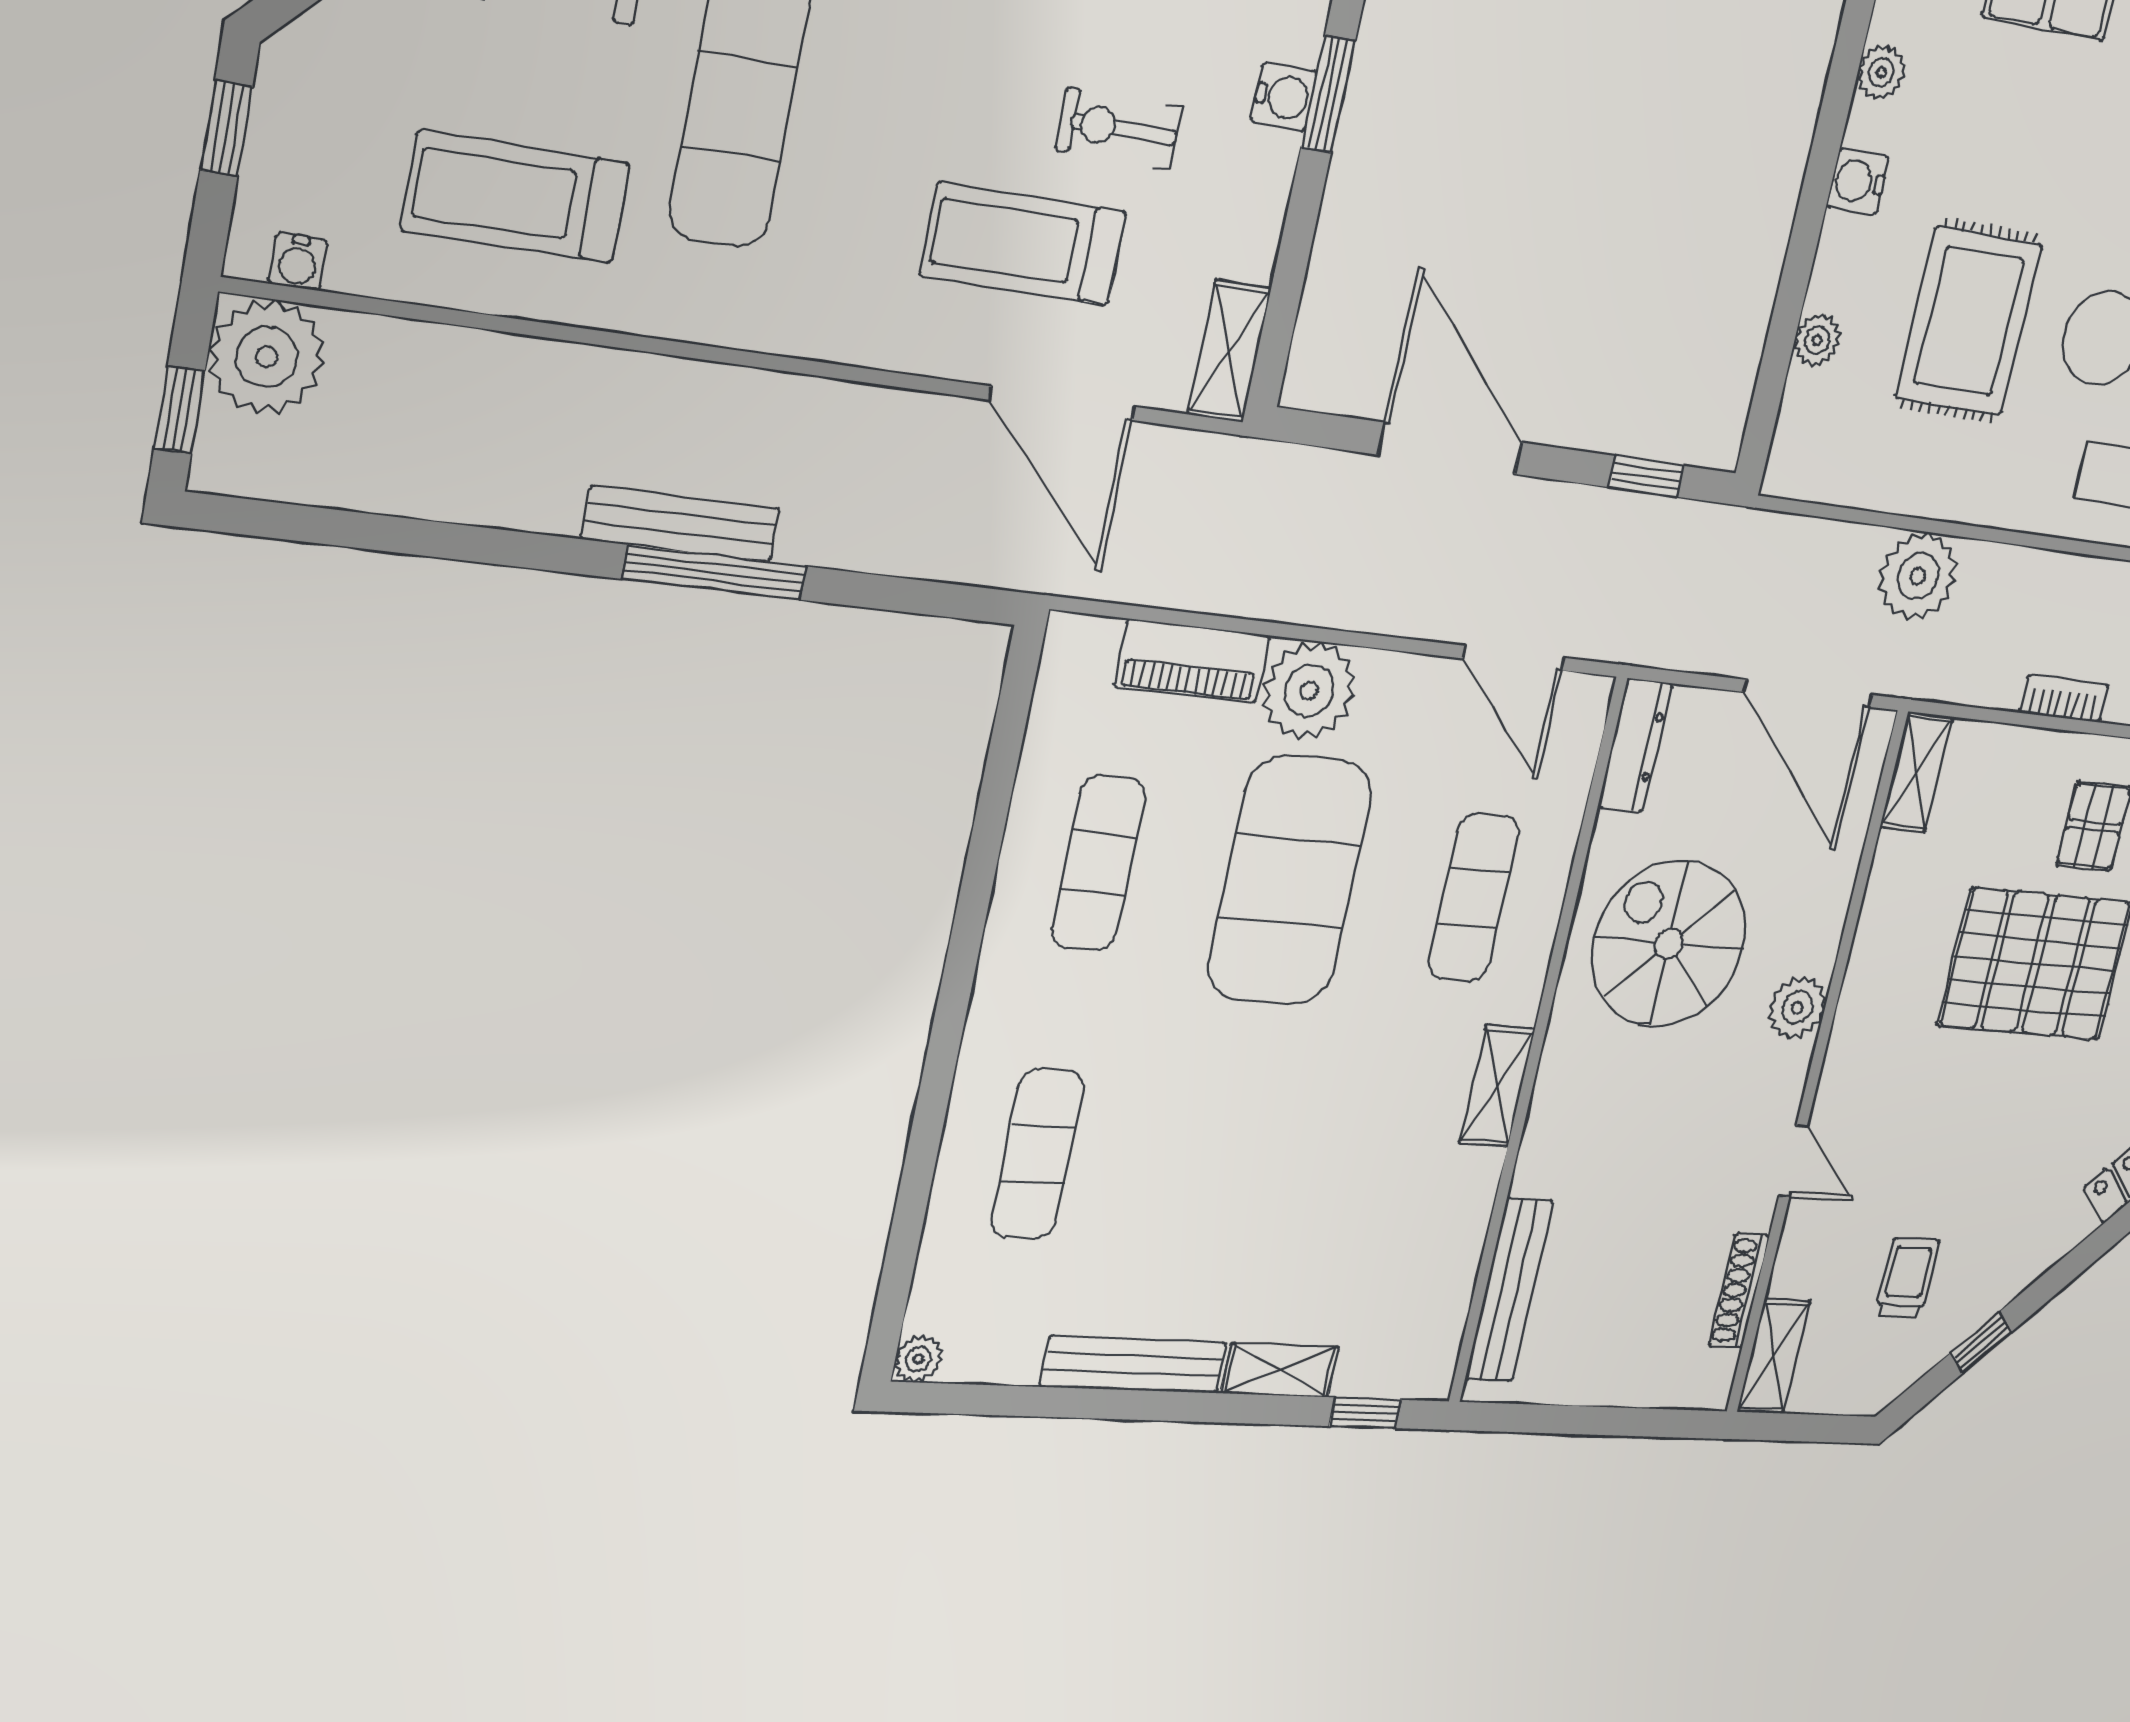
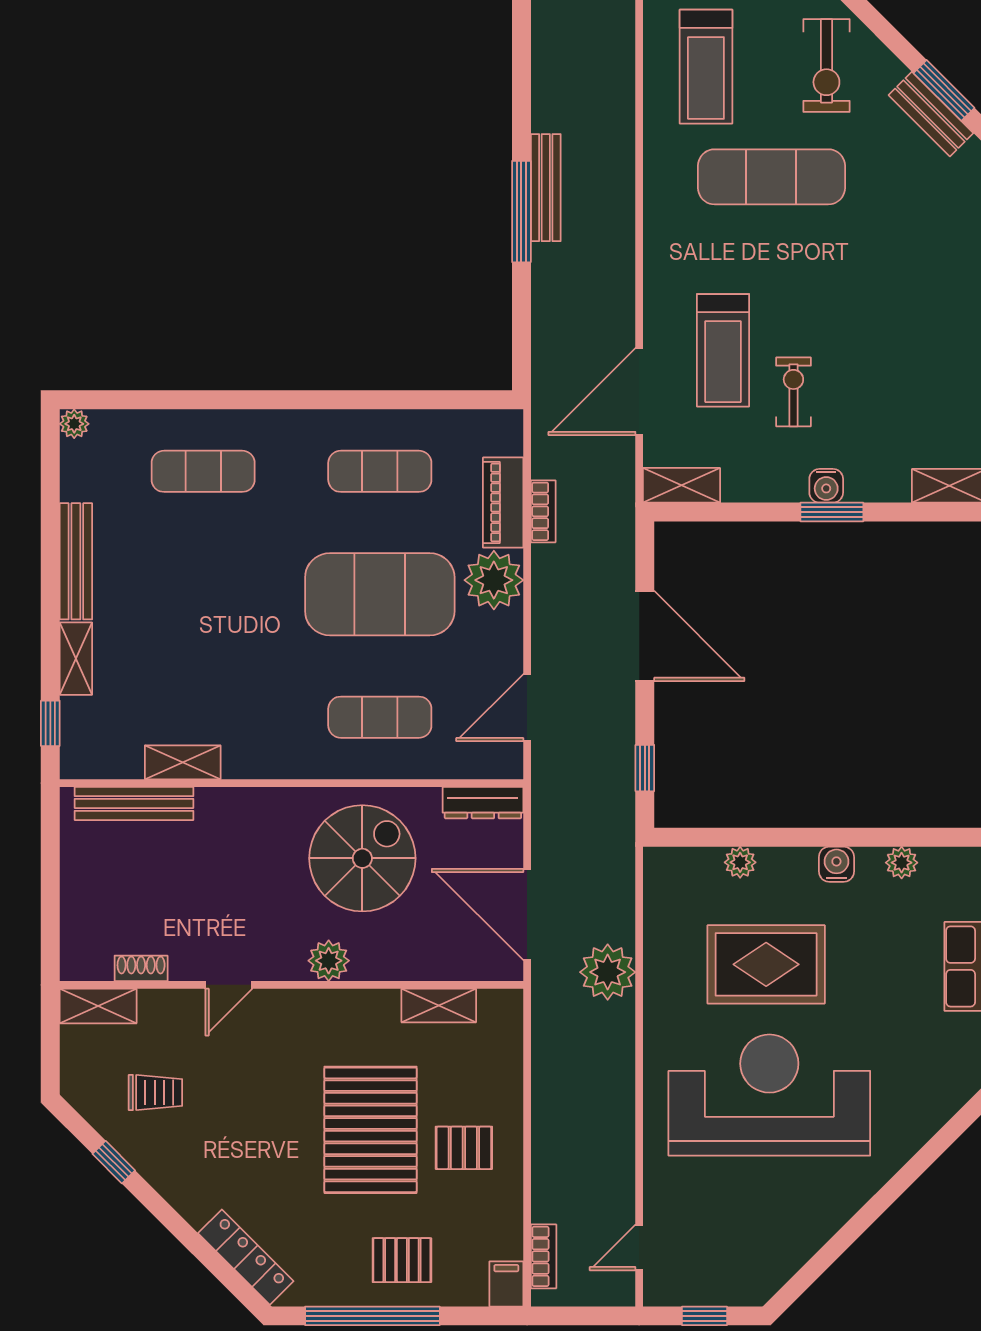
treadmill: (516, 197) -> (706, 67), turned 180
treadmill: (1023, 244) -> (723, 350), turned 180
door: (1450, 448) -> (645, 636), hinge flipped
door: (1808, 693) -> (527, 915), hinge flipped
bookcase: (2064, 699) -> (543, 511), moved
shelving: (1916, 772) -> (439, 1006), moved
shelving: (1497, 1086) -> (183, 762), moved
shoe rack: (1739, 1291) -> (141, 968), width x0.70

